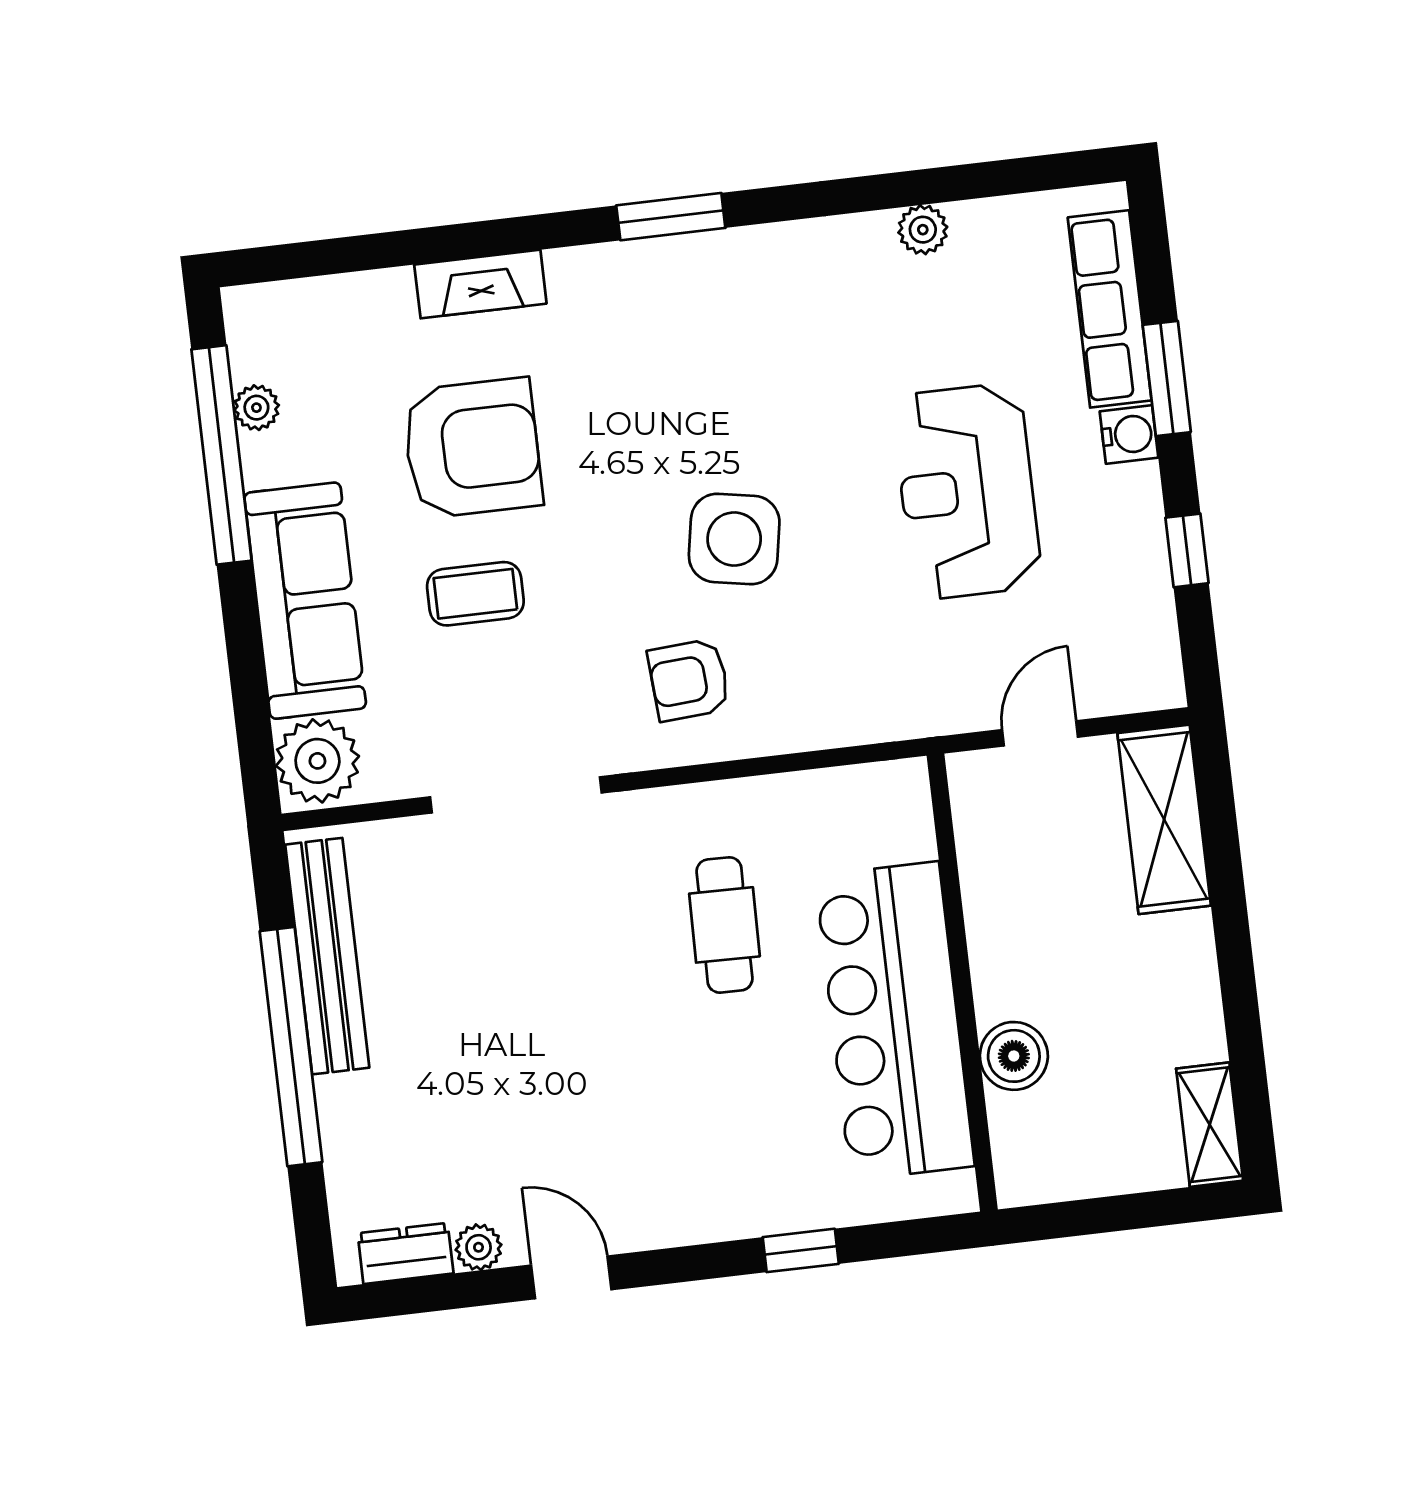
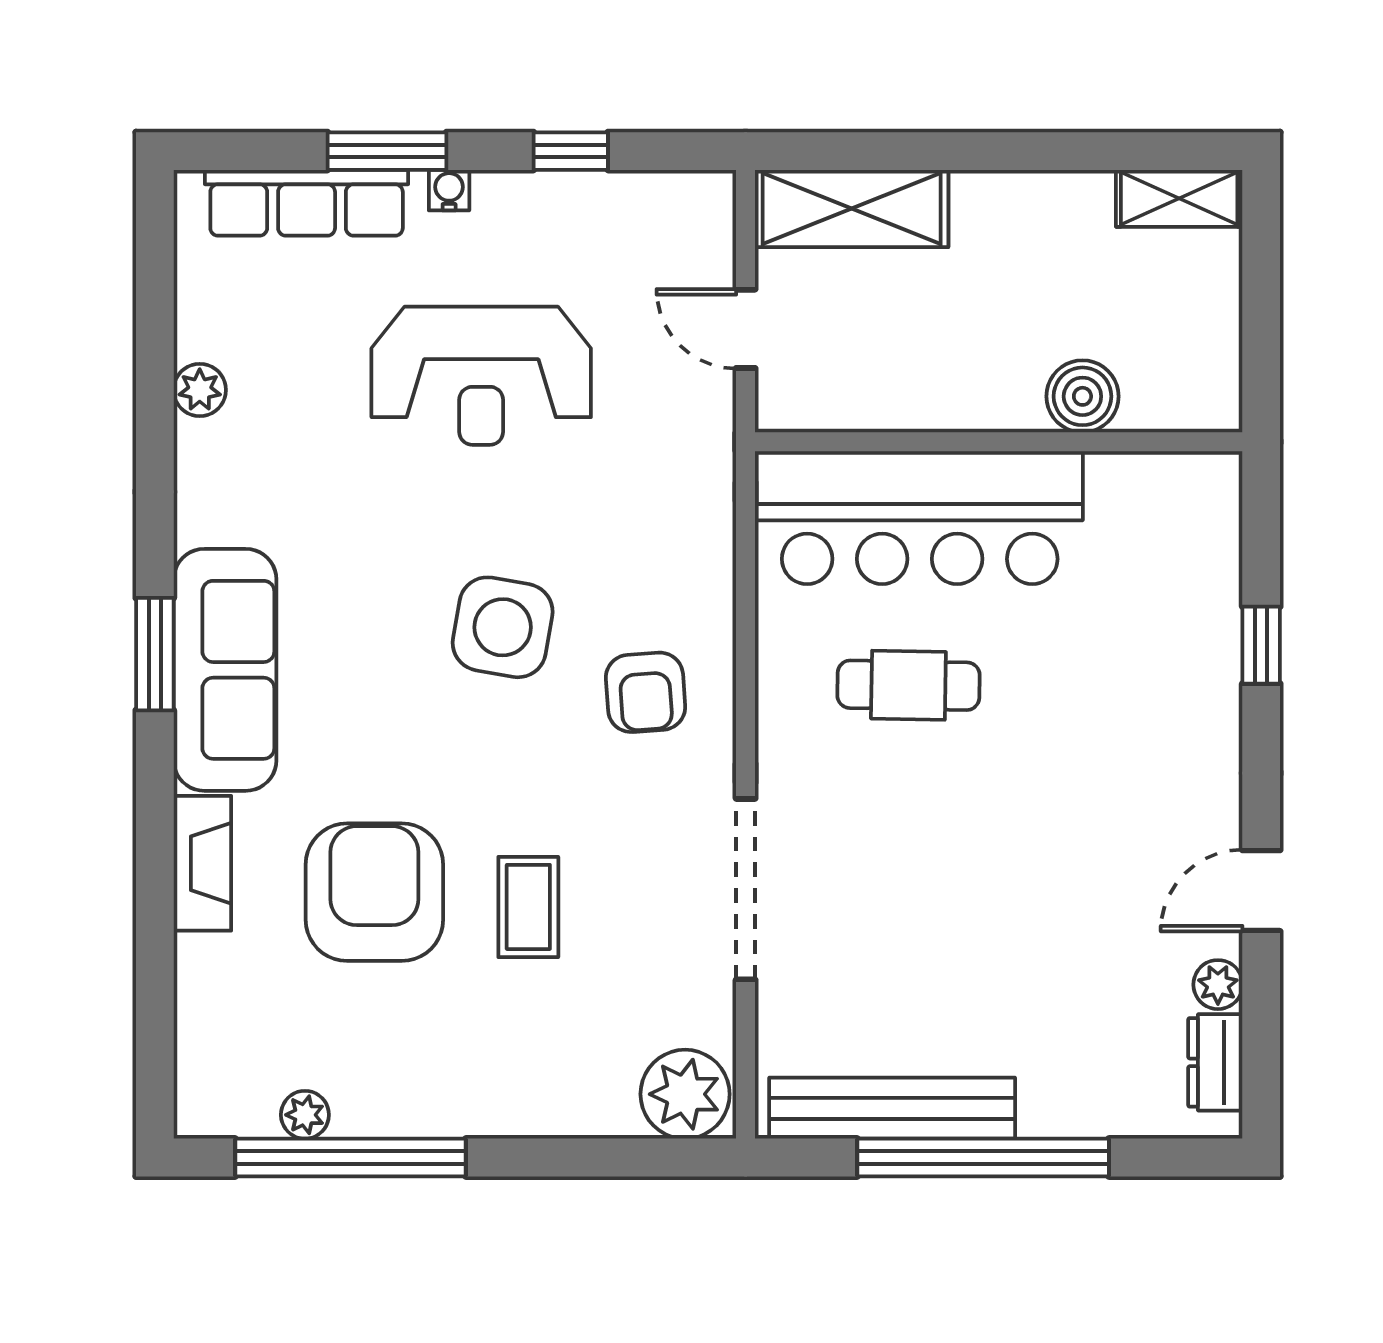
water cooler: (1129, 434) -> (449, 190), width x0.72, depth x0.72
sofa: (305, 601) -> (225, 670), moved, turned 90
bar counter: (895, 1021) -> (920, 518), moved

